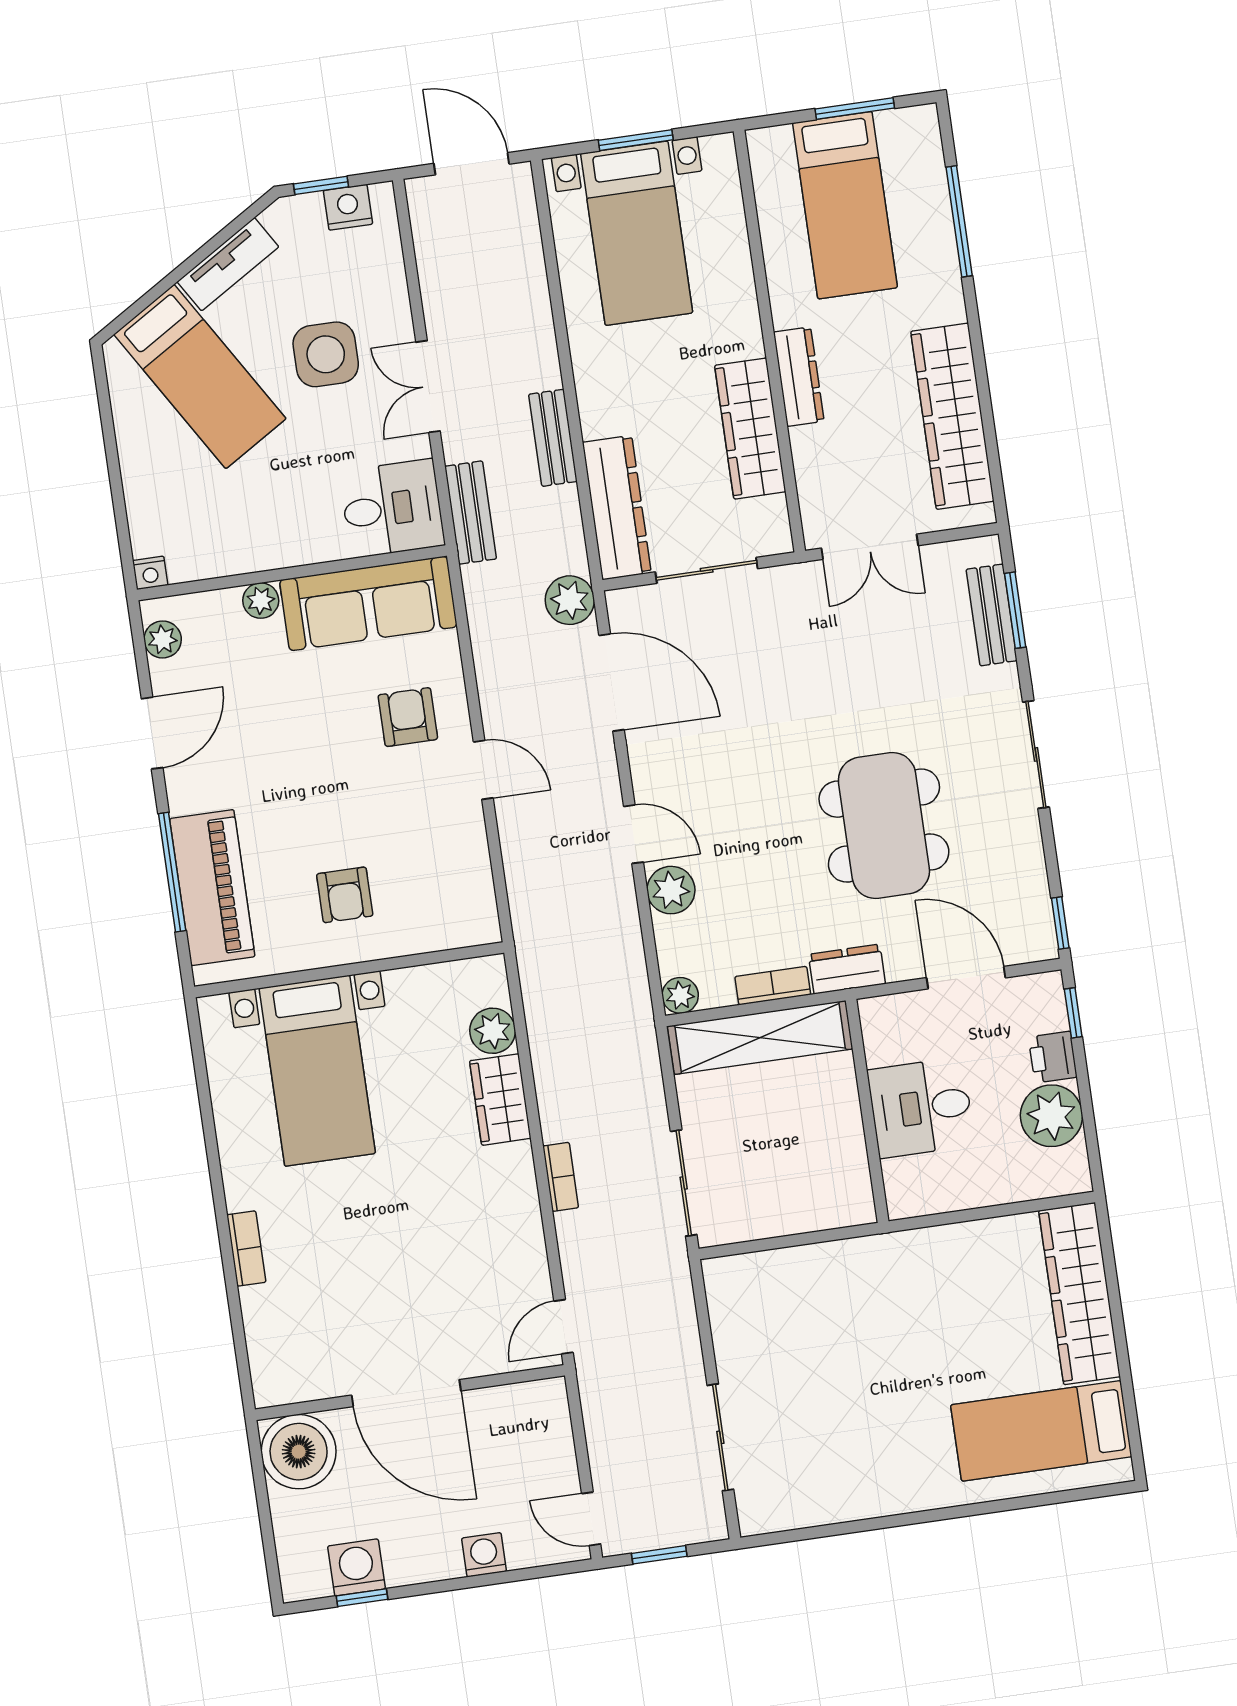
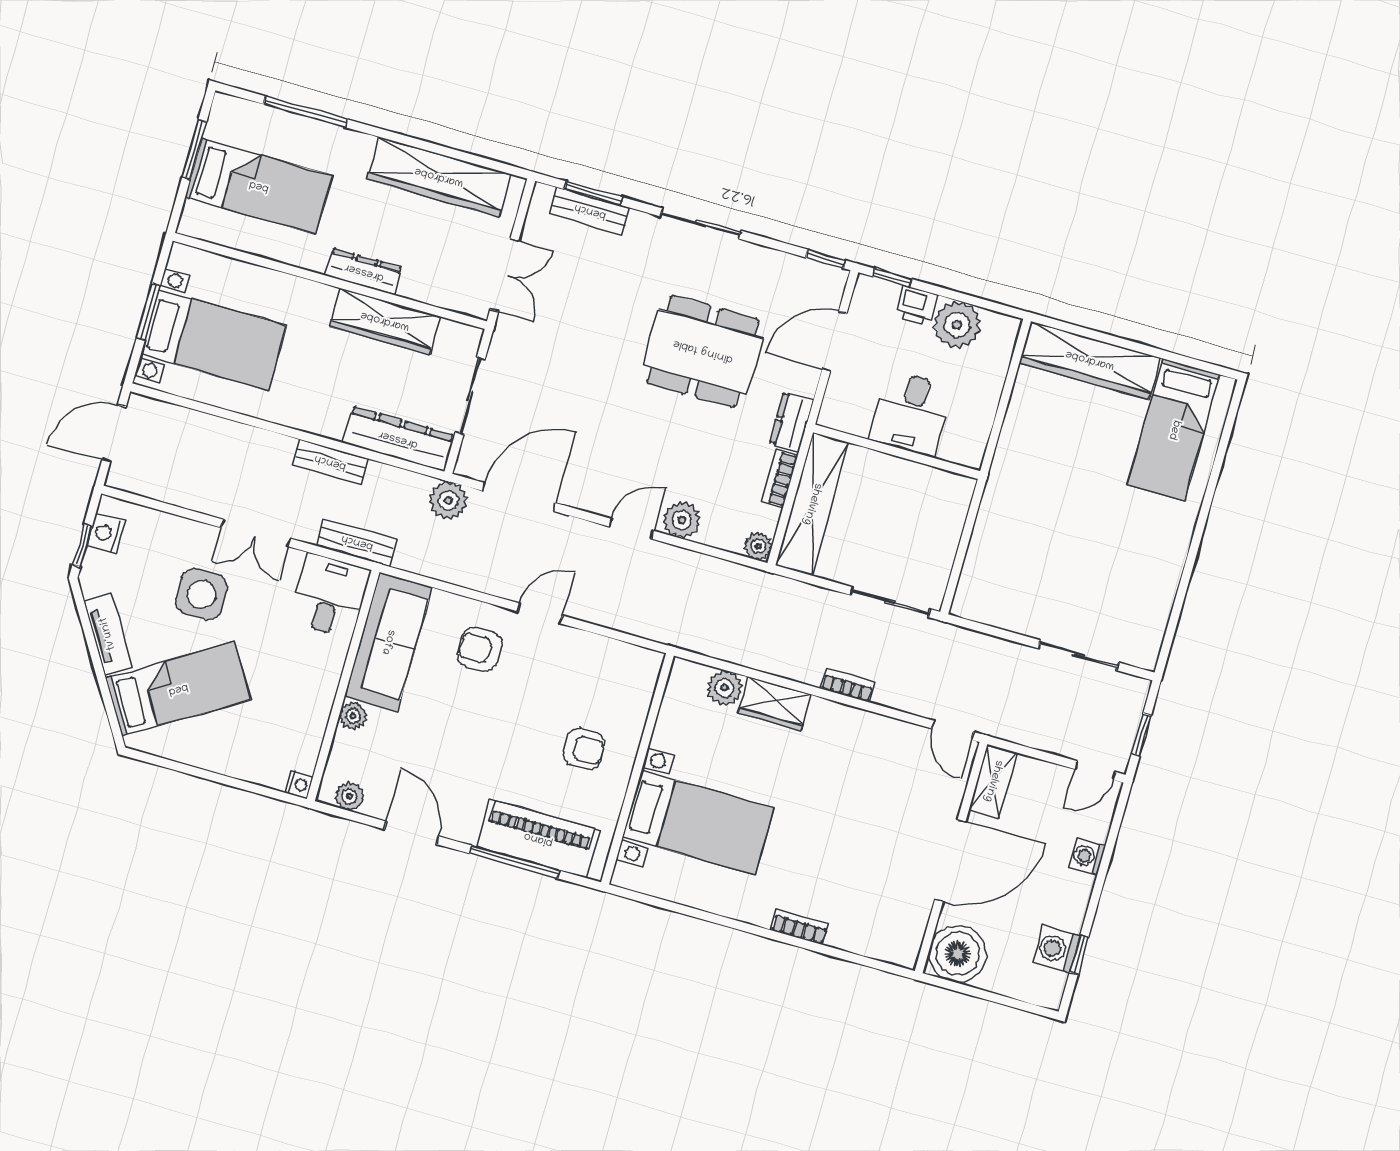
shelving: (524, 1402) -> (993, 781), added

